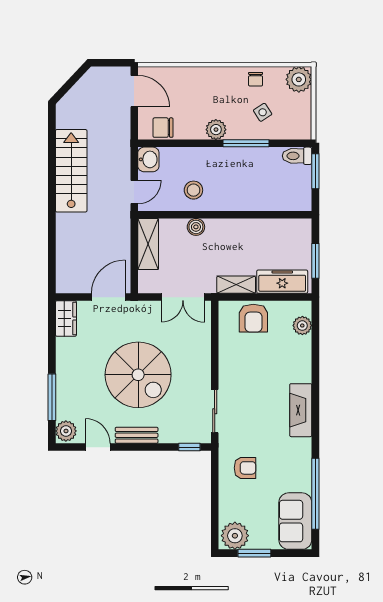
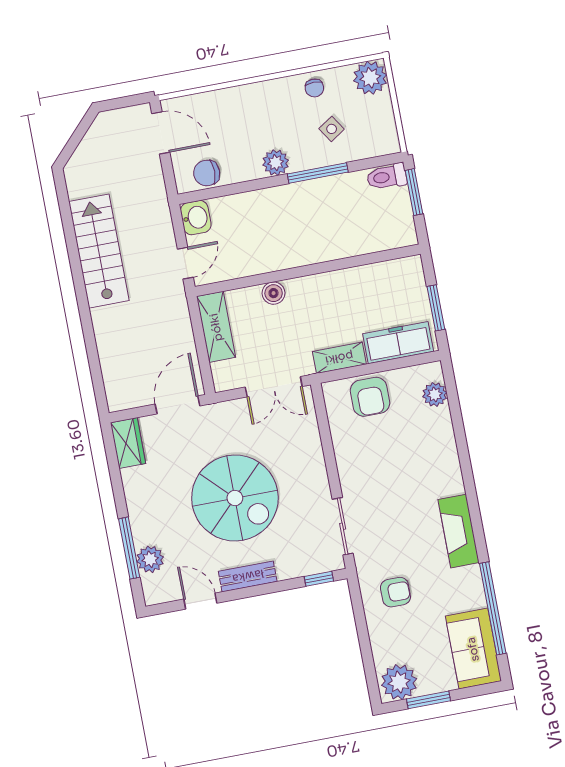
stool: (193, 190) -> (261, 246), removed
fireplace: (301, 410) -> (459, 531), moved
plant: (66, 431) -> (150, 559), moved

